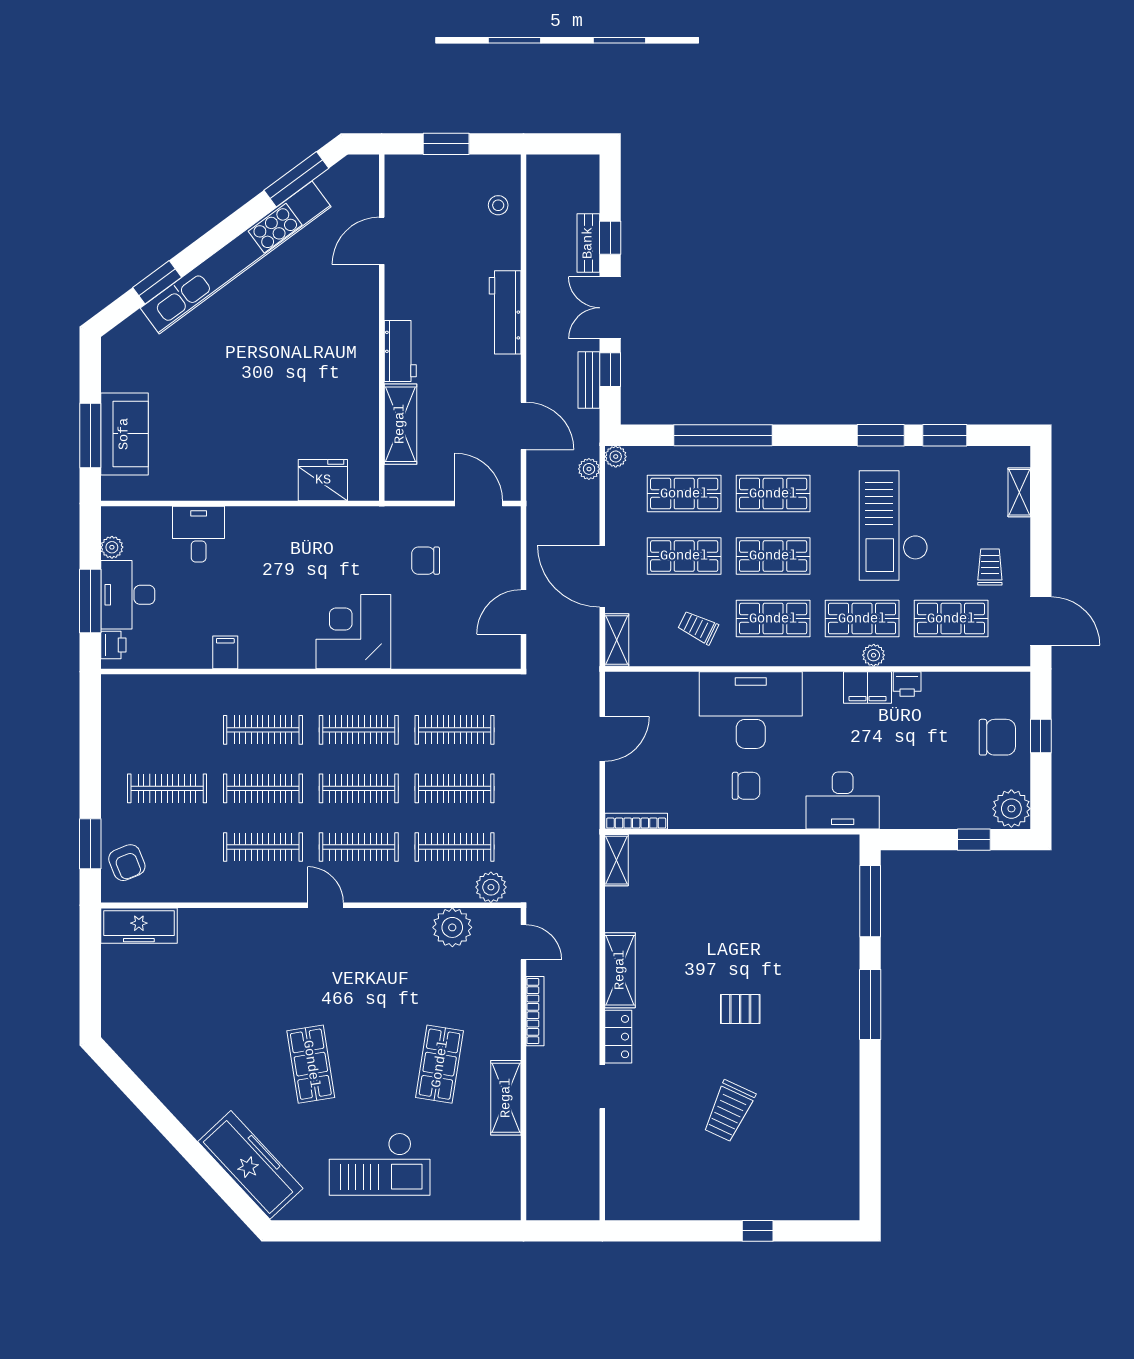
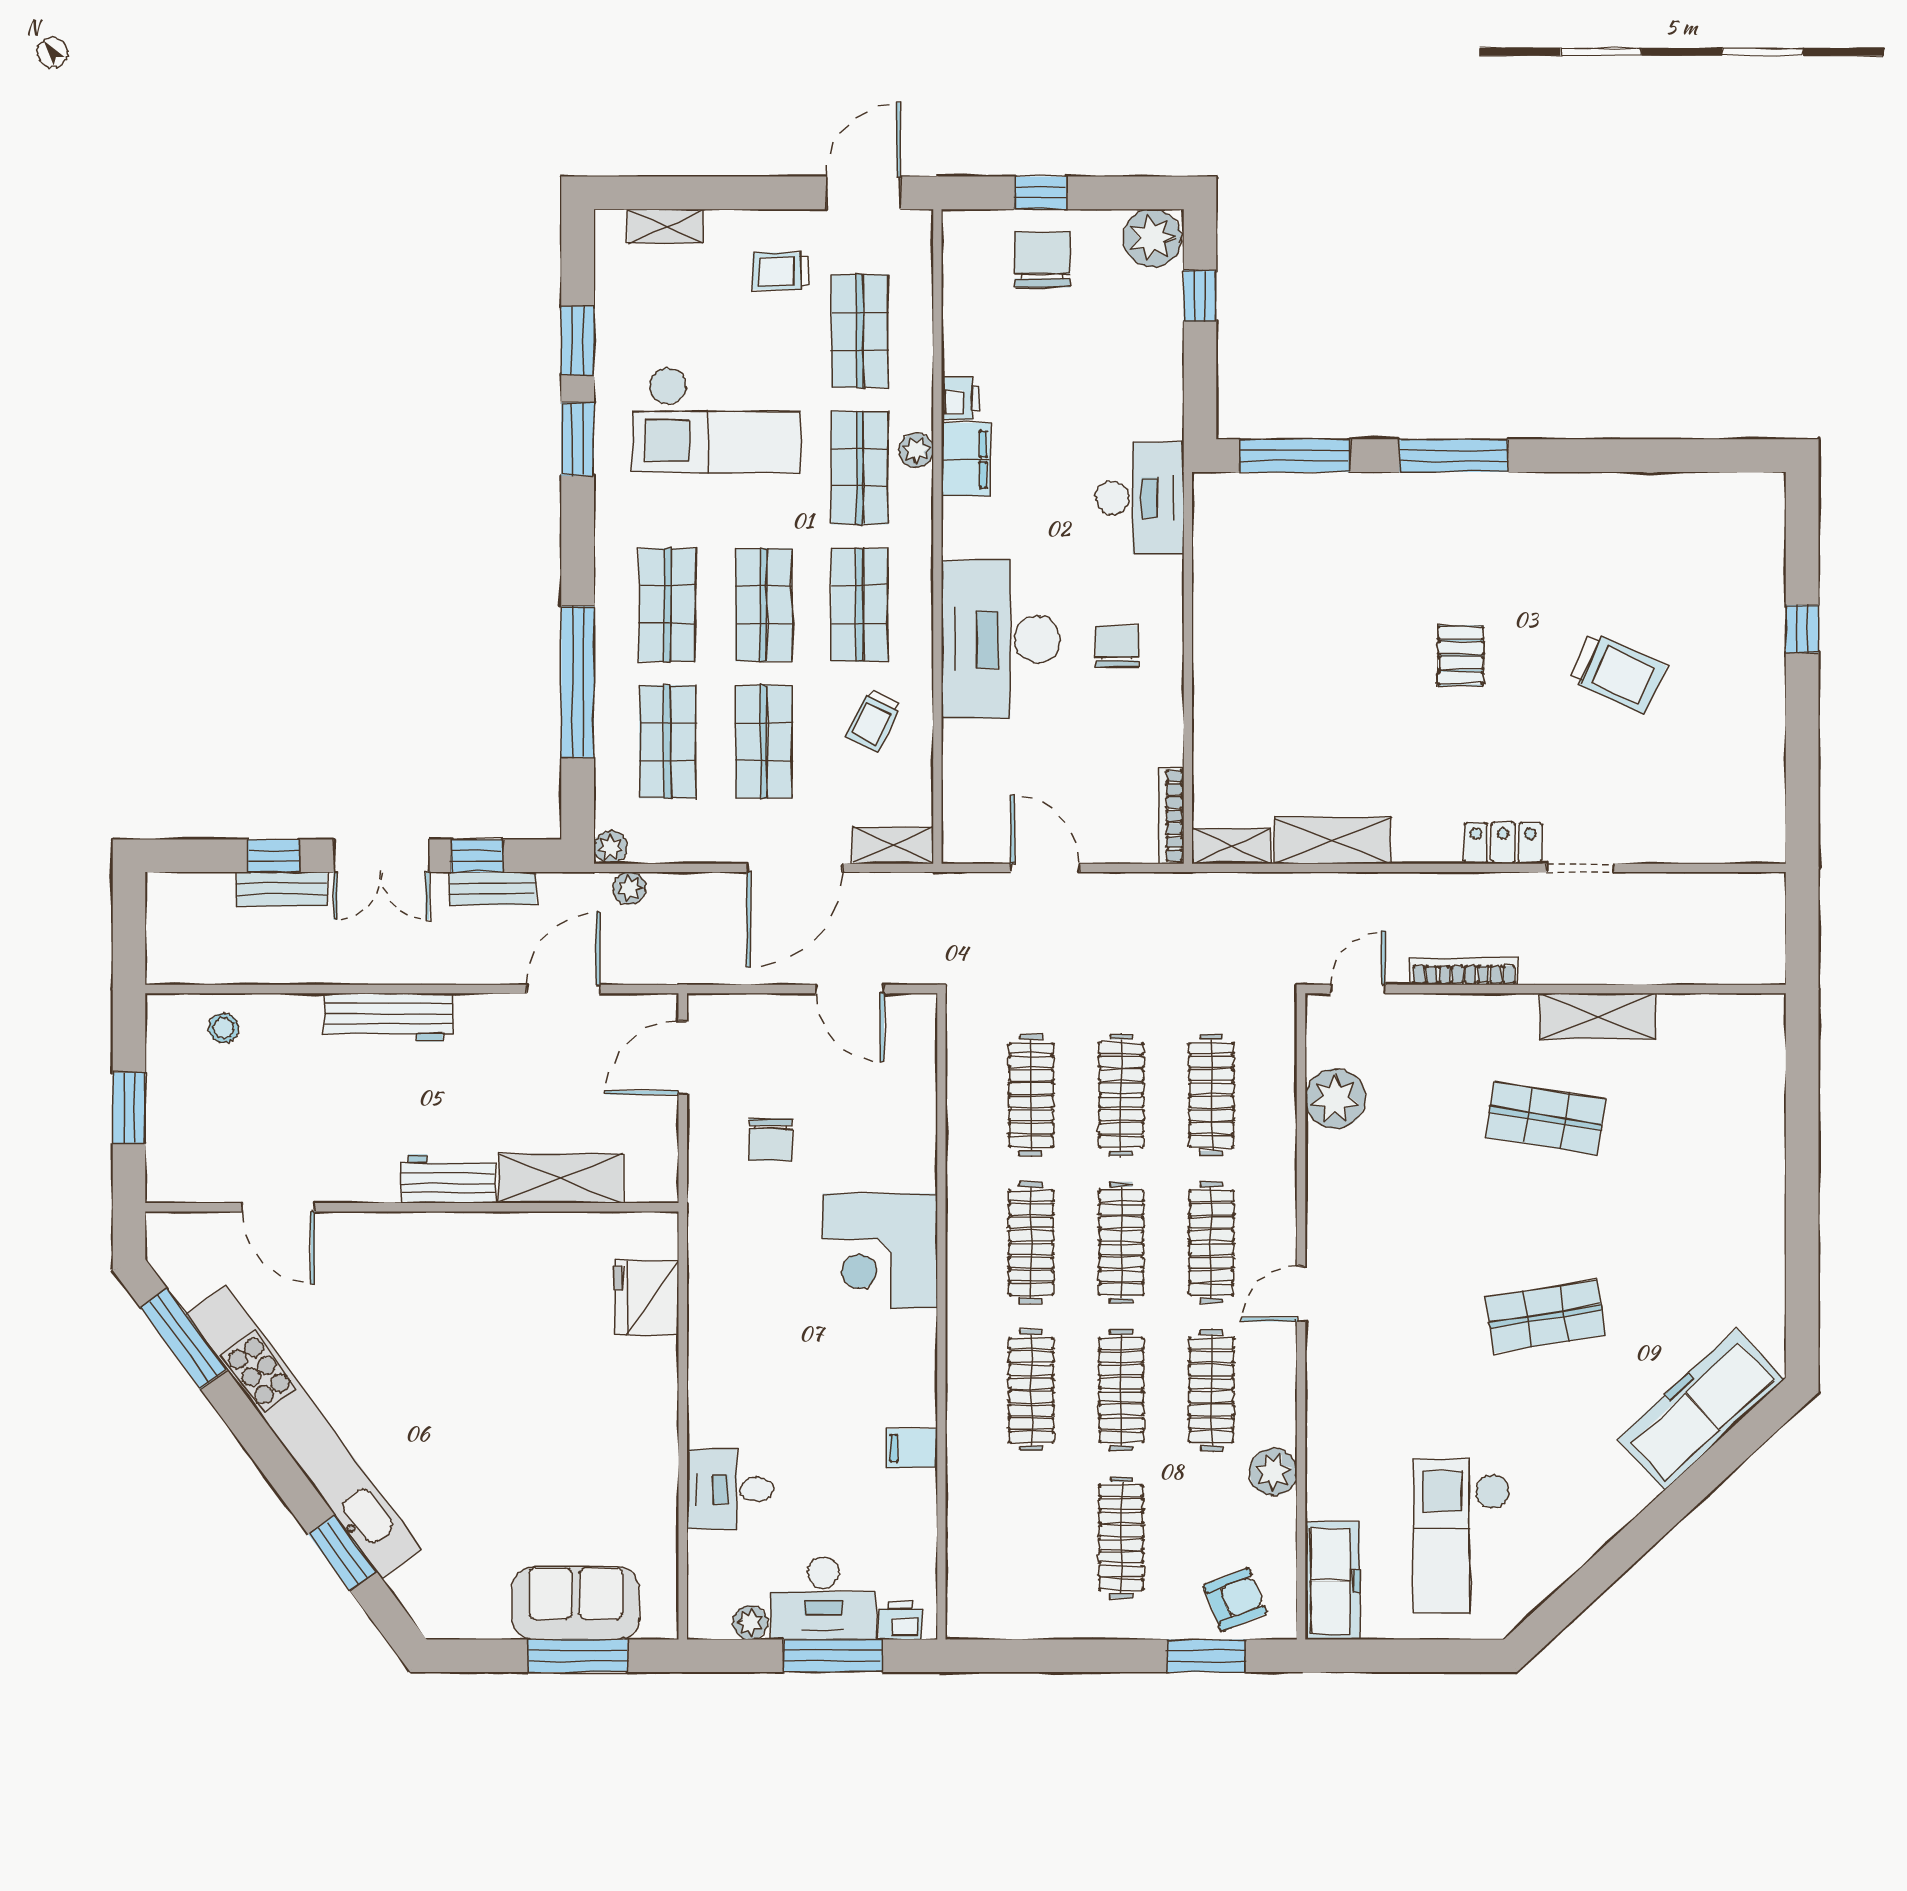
plant: (491, 887) -> (1273, 1472), moved
shelving: (620, 970) -> (1332, 841), moved
checkout: (380, 1164) -> (1462, 1536), moved, turned 180

